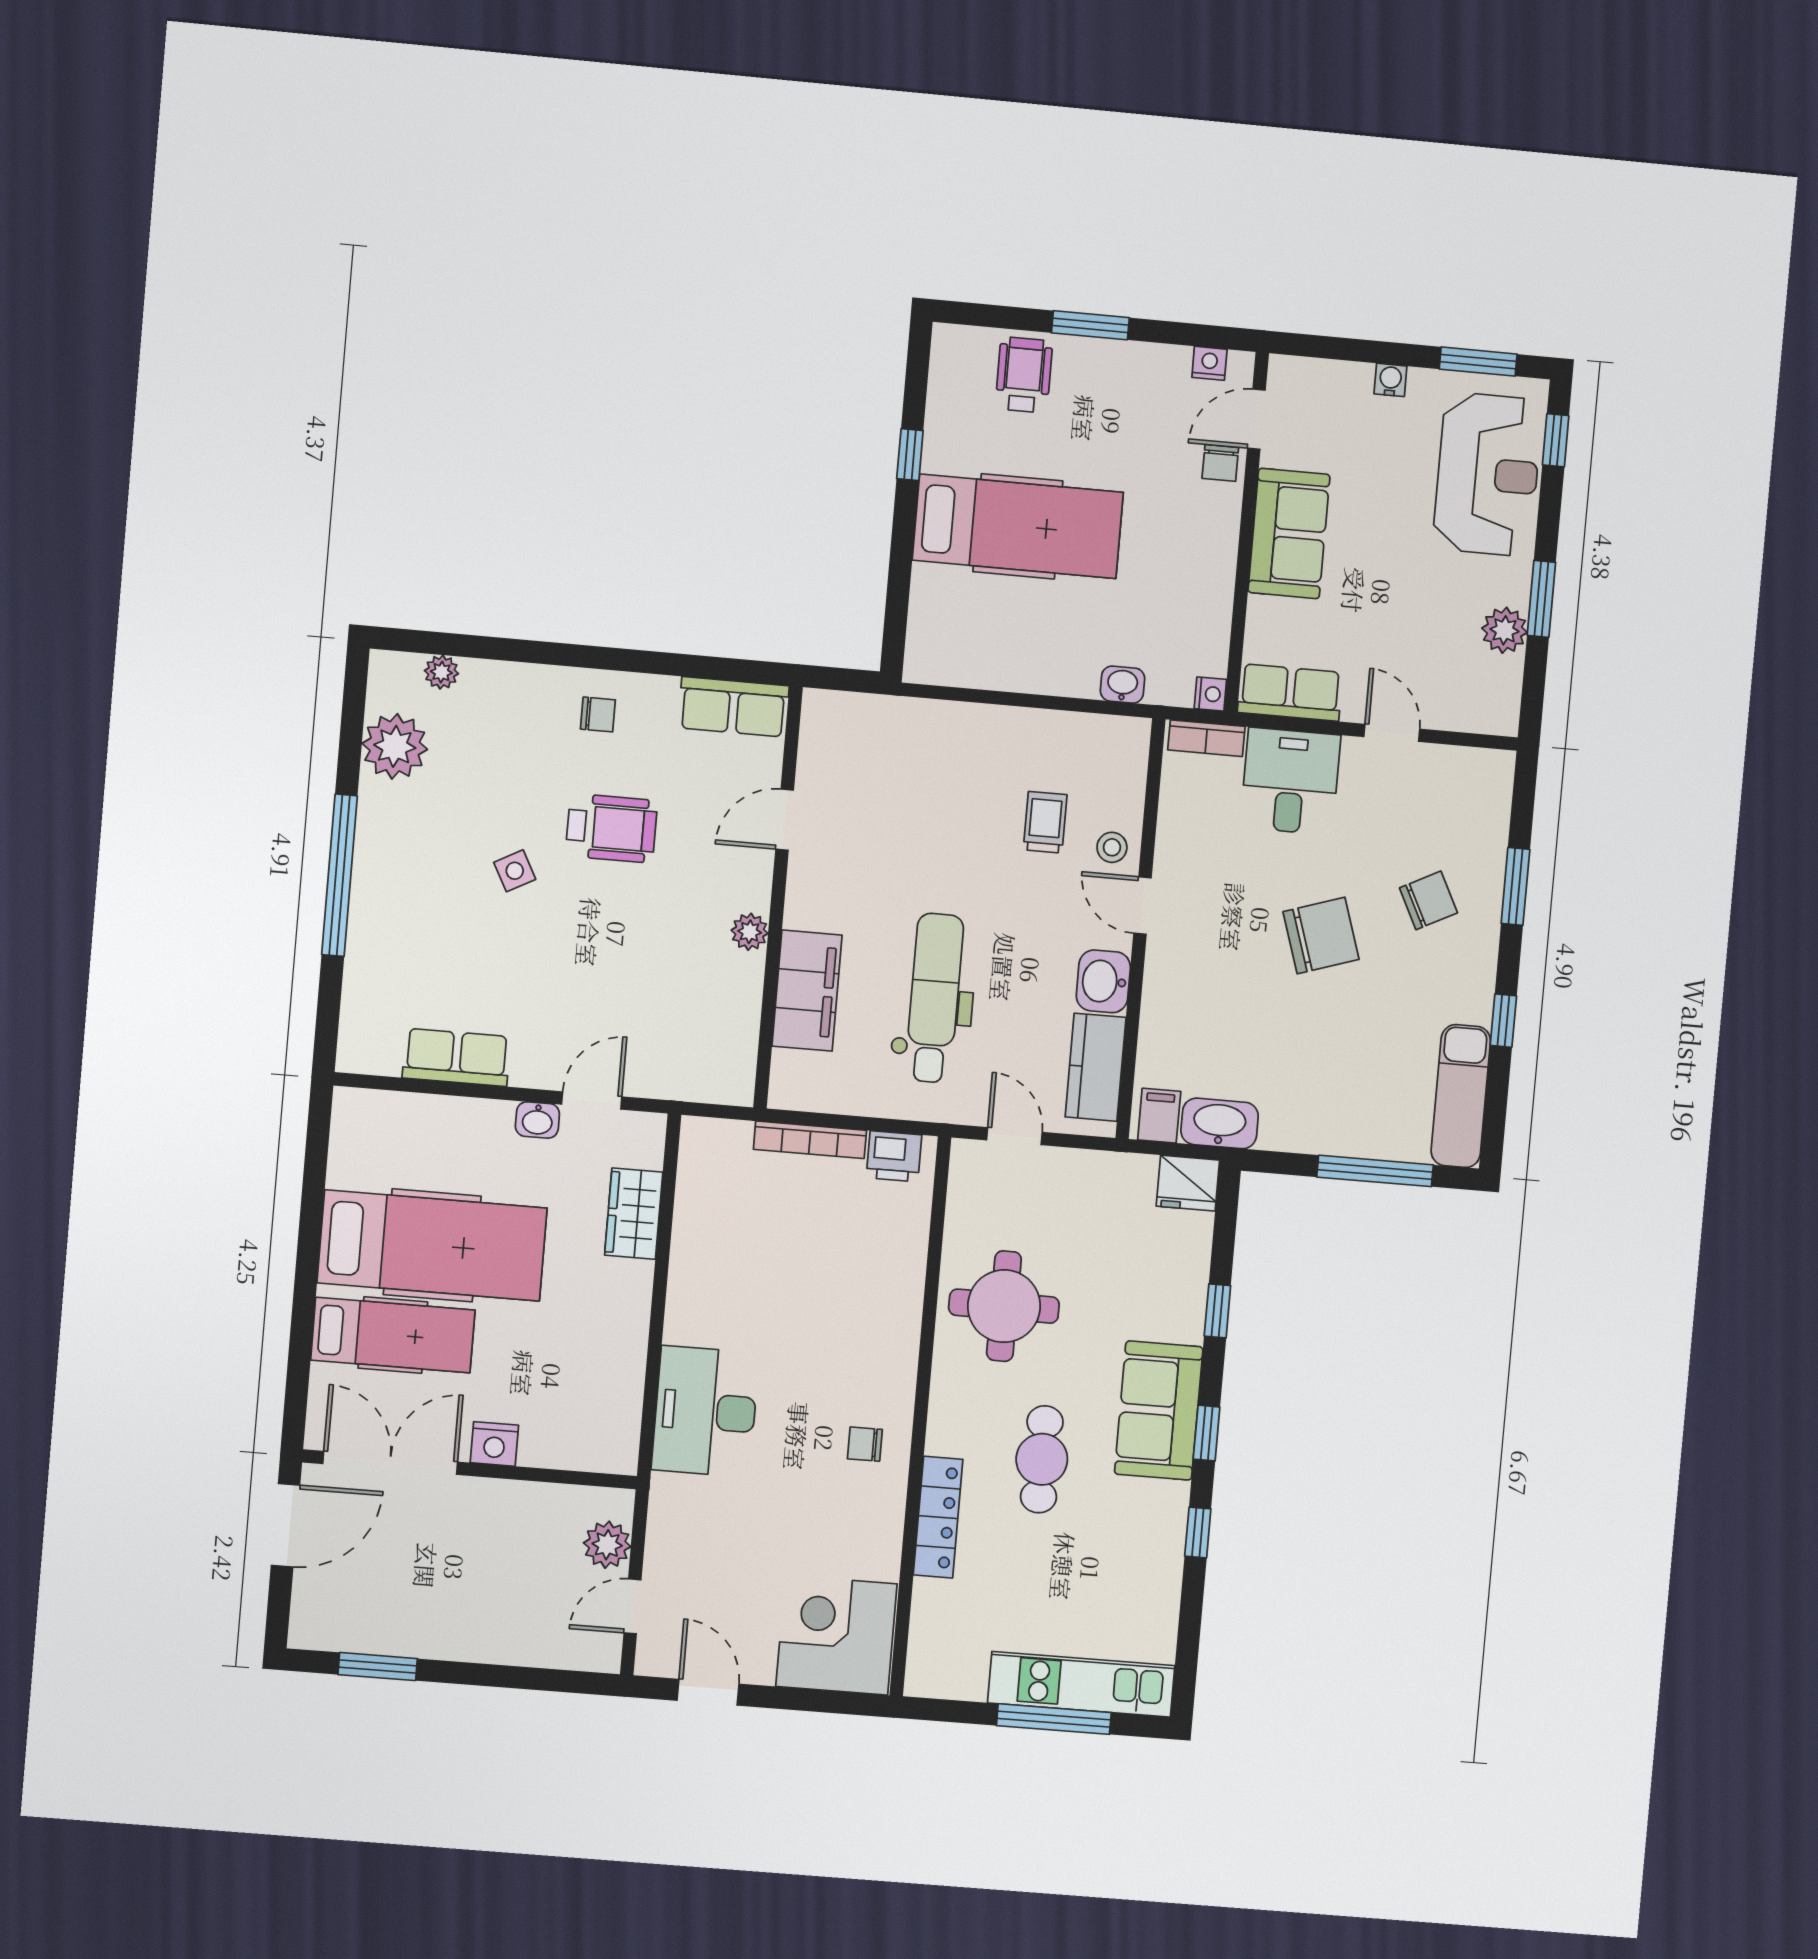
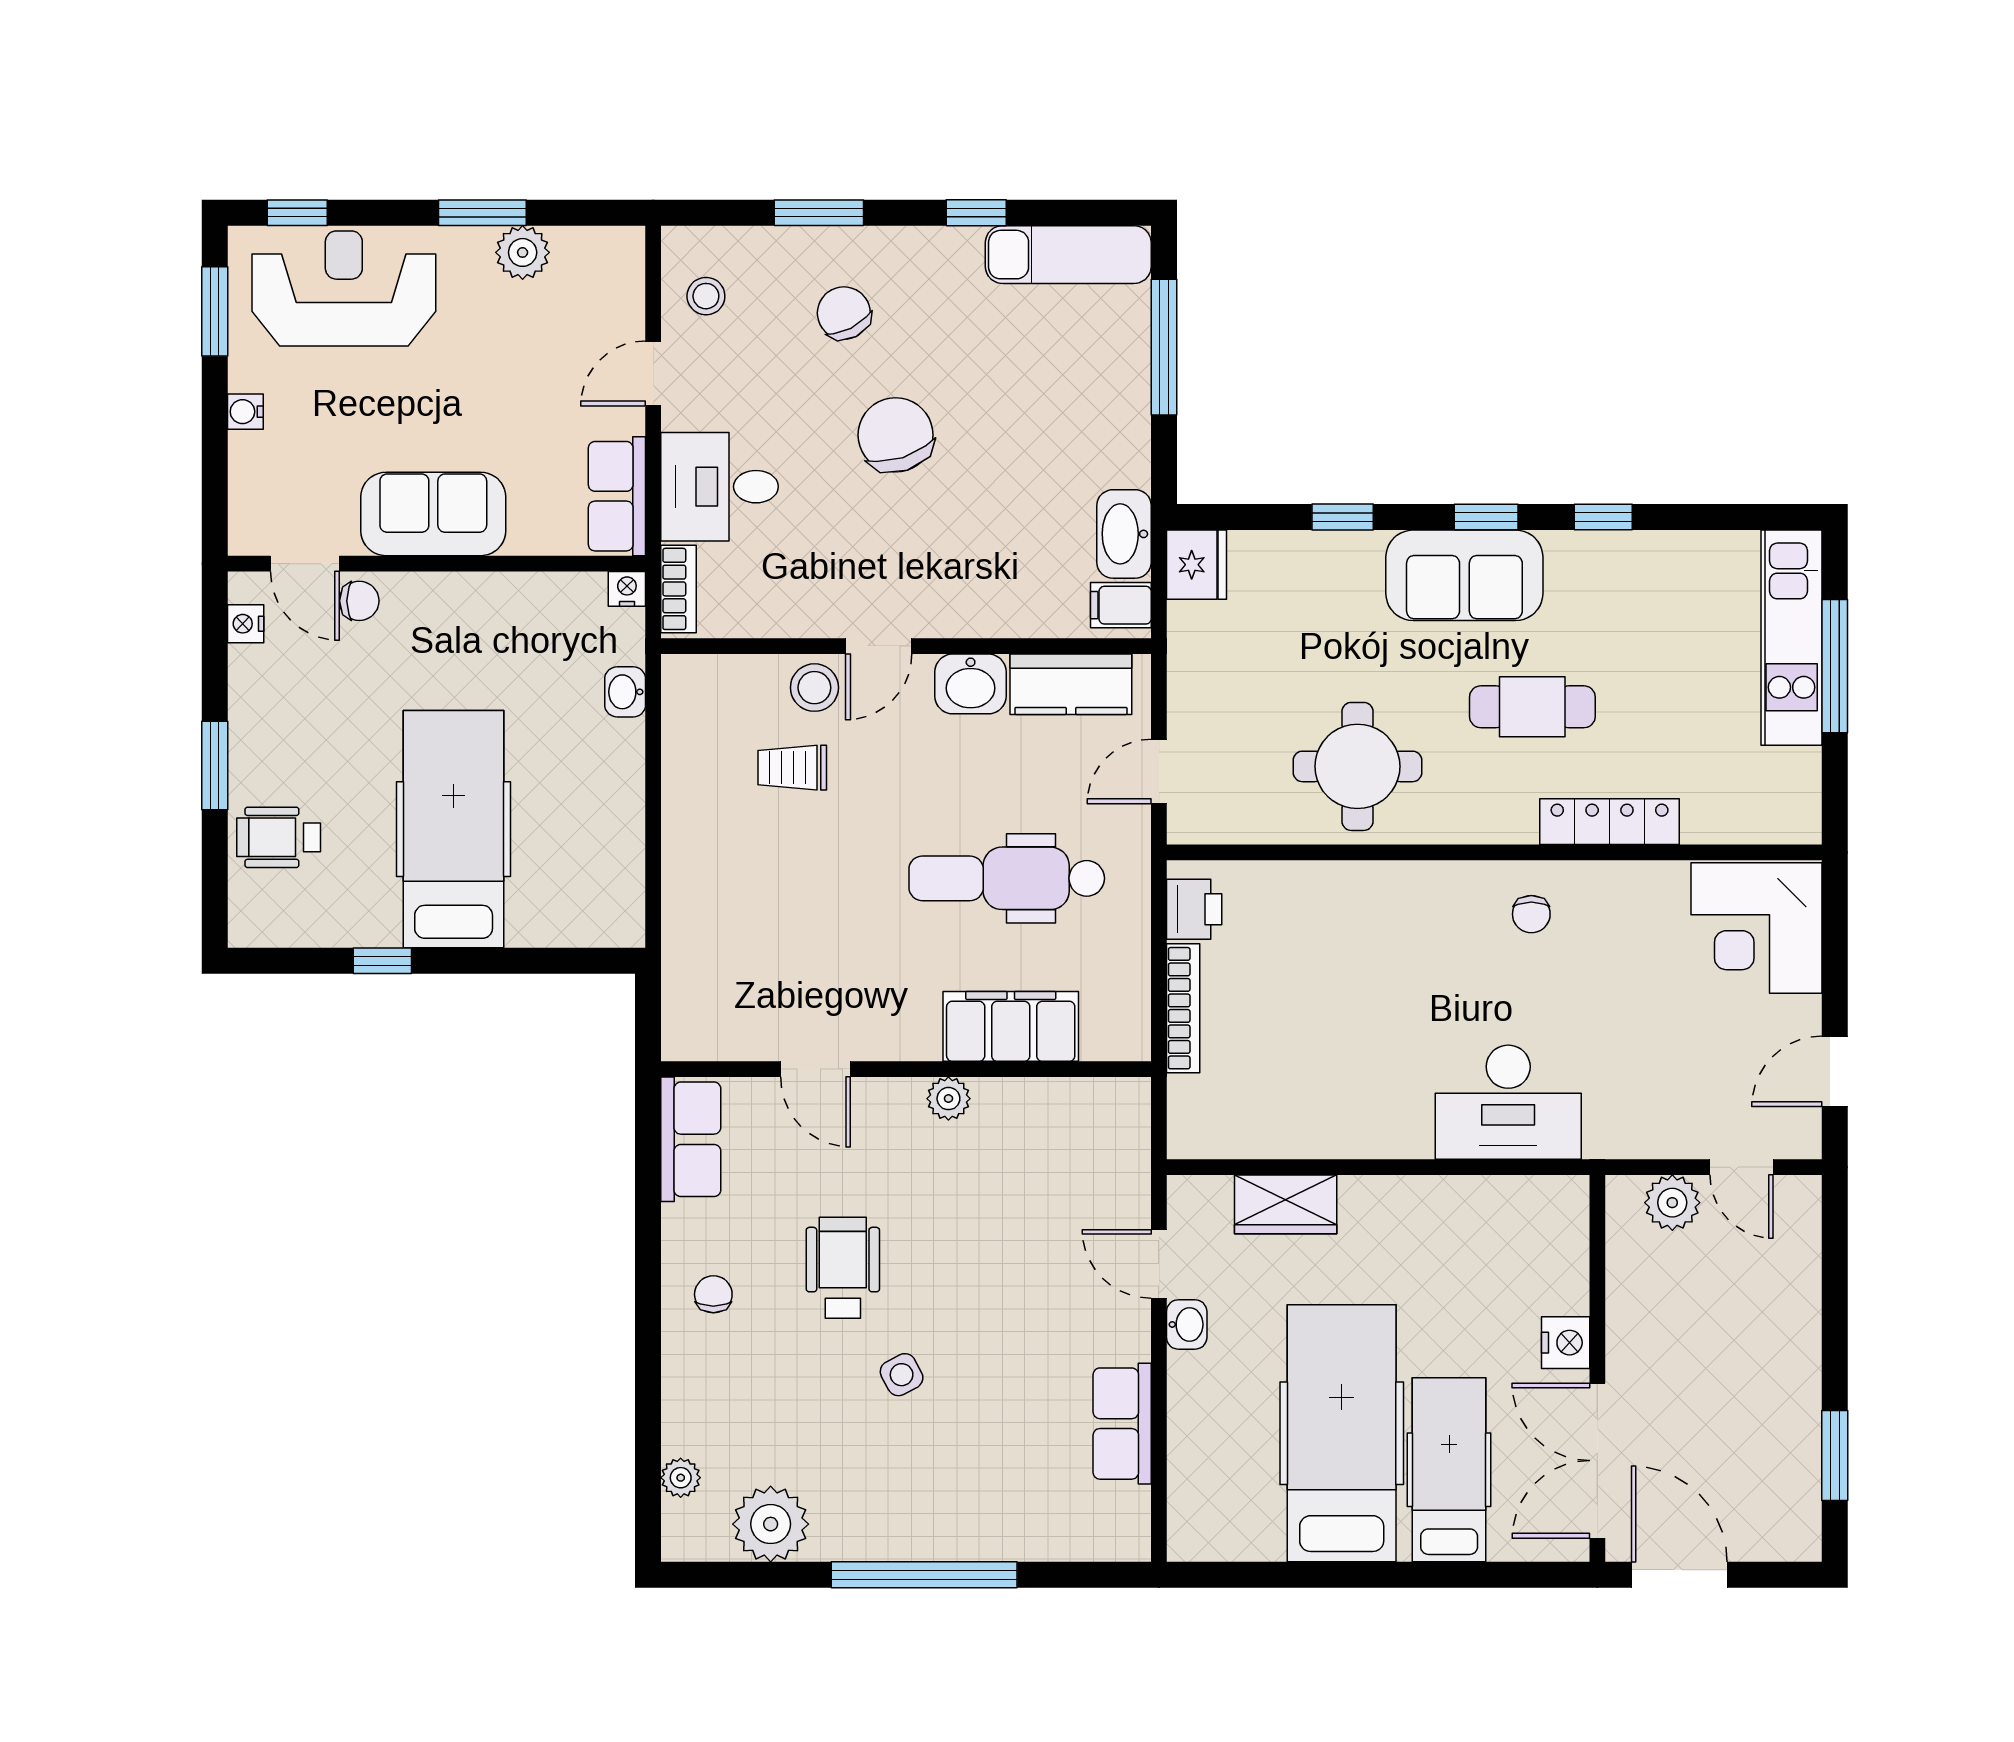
stool: (1453, 784) -> (706, 296), added
stool: (1112, 847) -> (814, 688), width x1.37, depth x1.37

